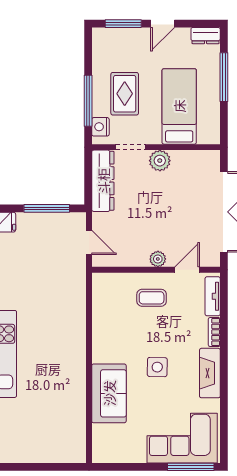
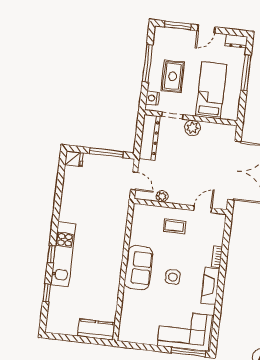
window: (88, 101) -> (147, 63), moved
plant: (158, 259) -> (162, 196), moved
tv unit: (213, 296) -> (219, 231), removed
sofa: (109, 393) -> (138, 268), moved
kitchen counter: (61, 451) -> (96, 330), added

